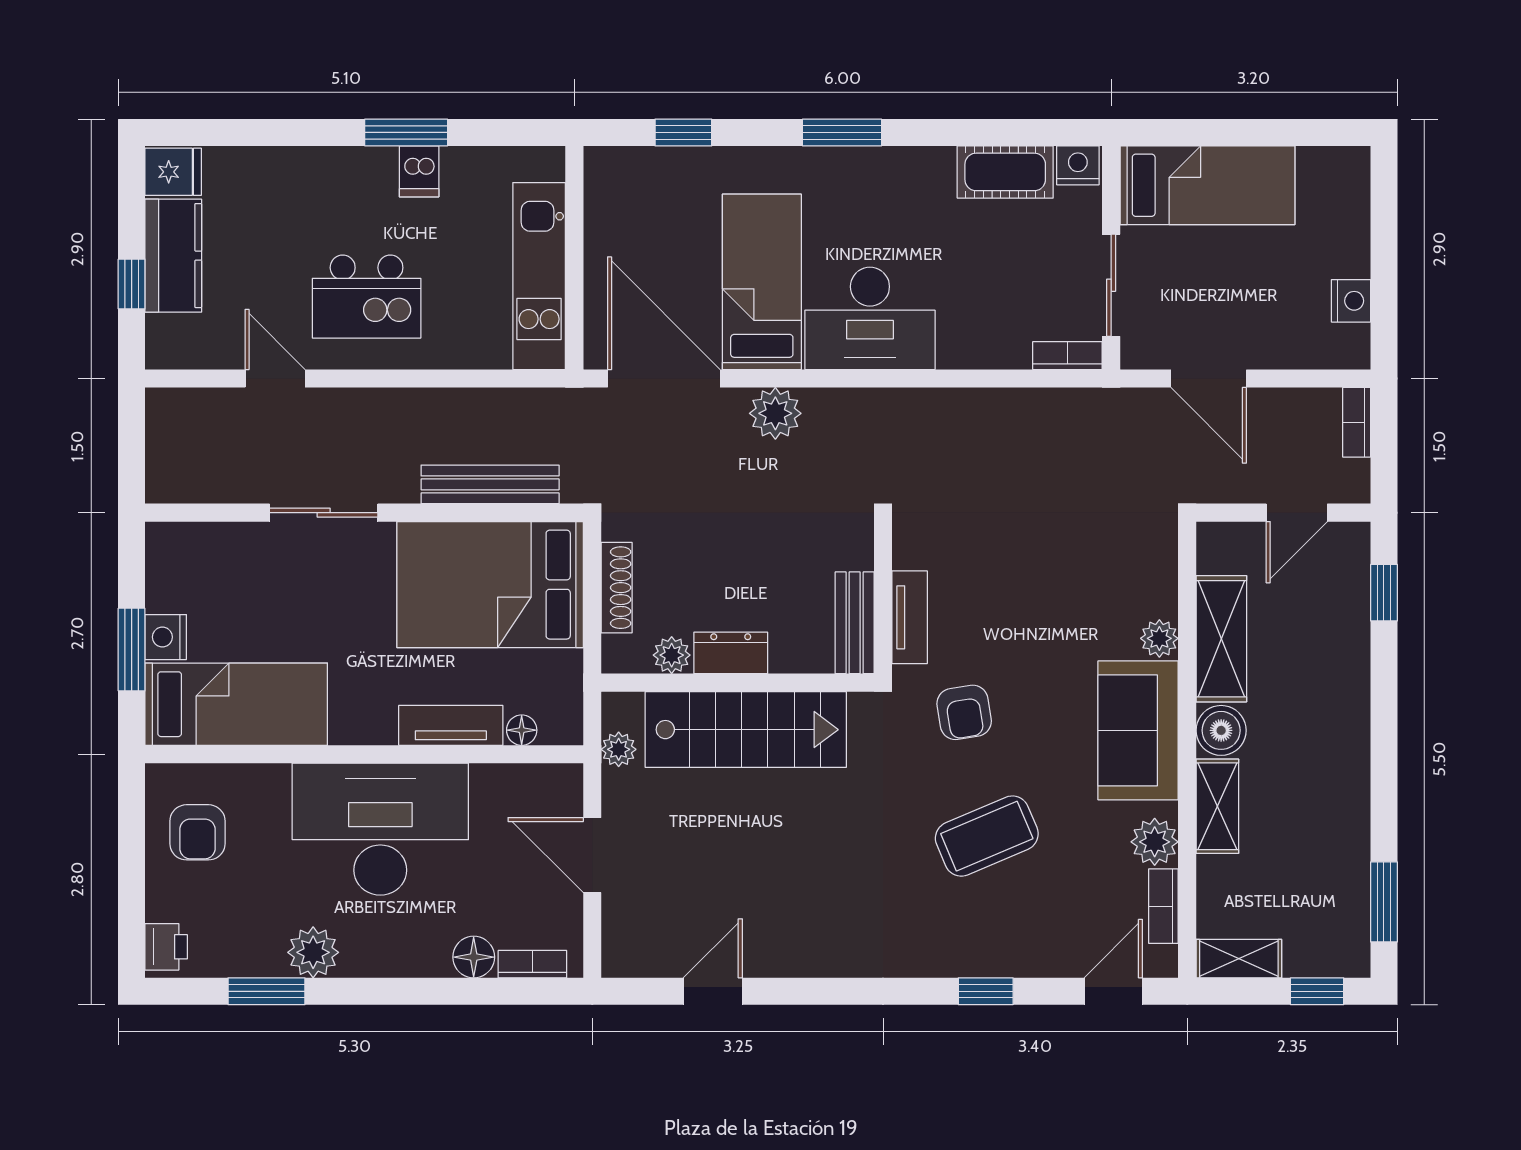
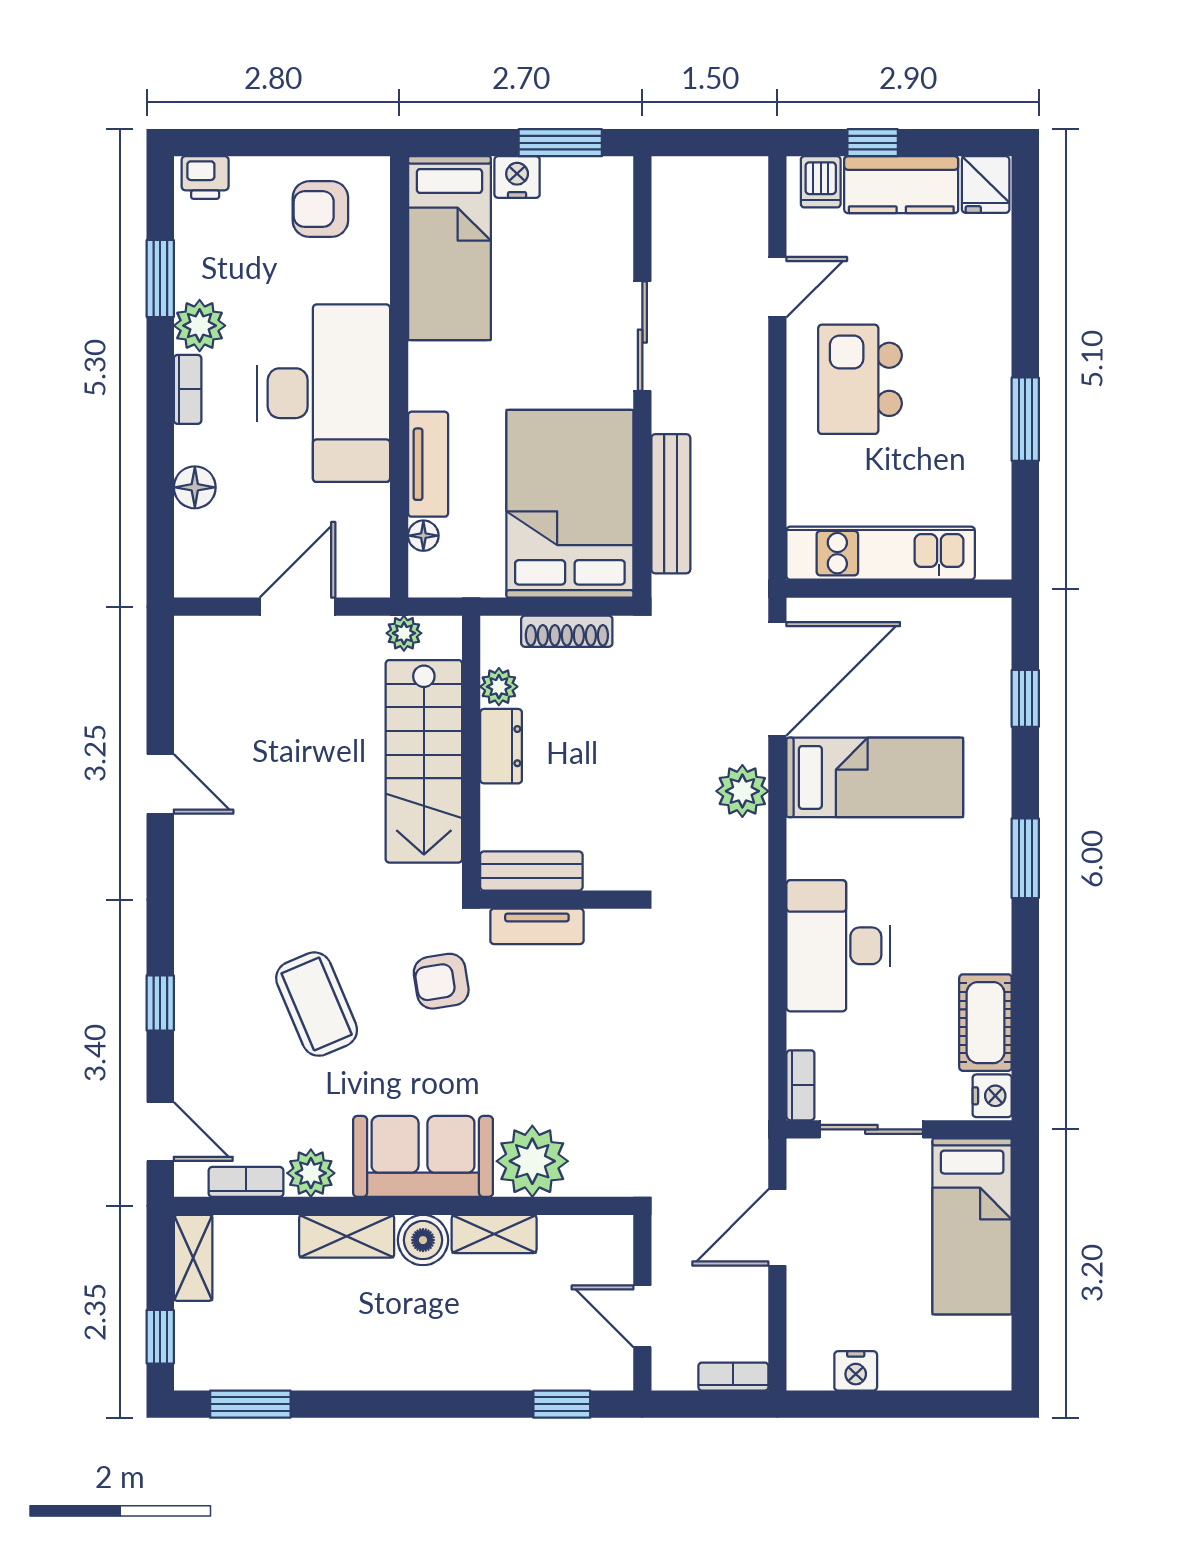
dishwasher: (419, 171) -> (821, 182), moved, turned -90
desk: (870, 318) -> (838, 946), moved
plant: (1159, 638) -> (532, 1161), width x1.88, depth x1.88
shelving: (1221, 639) -> (494, 1234), width x0.67, depth x0.75
window: (132, 650) -> (560, 143), moved
bookcase: (532, 964) -> (188, 389), moved
door: (713, 991) -> (160, 784), moved

